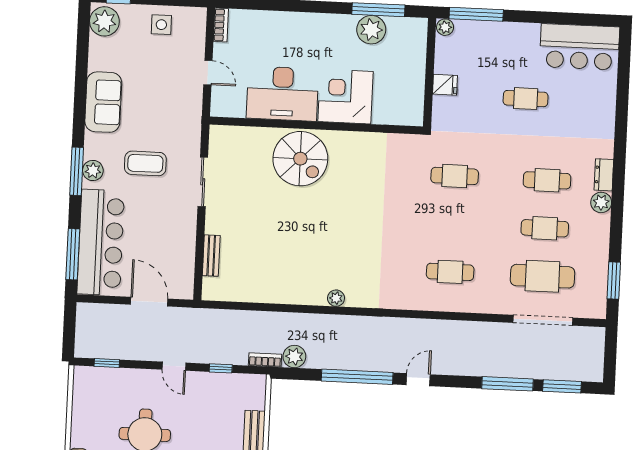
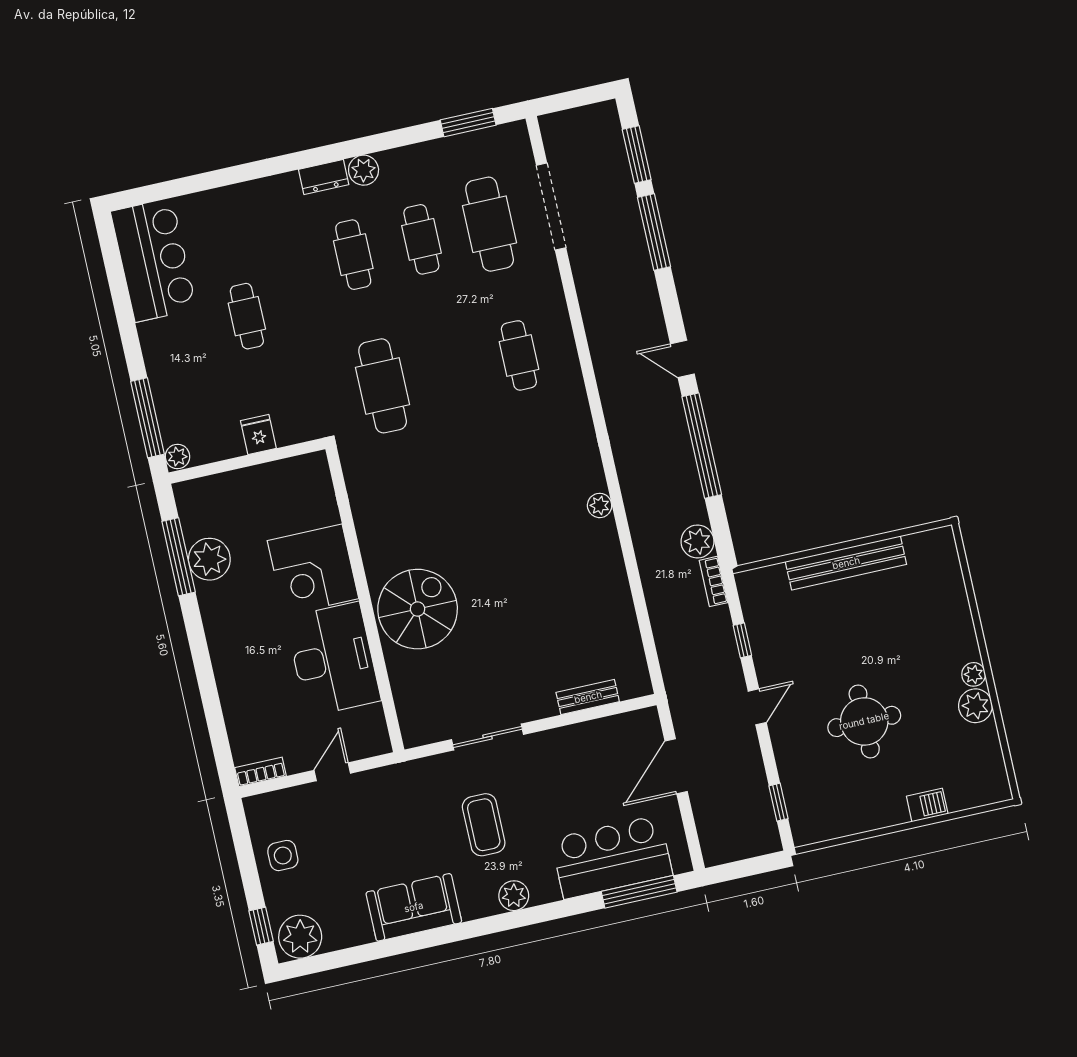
window: (77, 171) -> (521, 918), removed
cafe table: (455, 176) -> (383, 386), width x1.37, depth x1.35
bar counter: (101, 242) -> (612, 857), width x0.73

